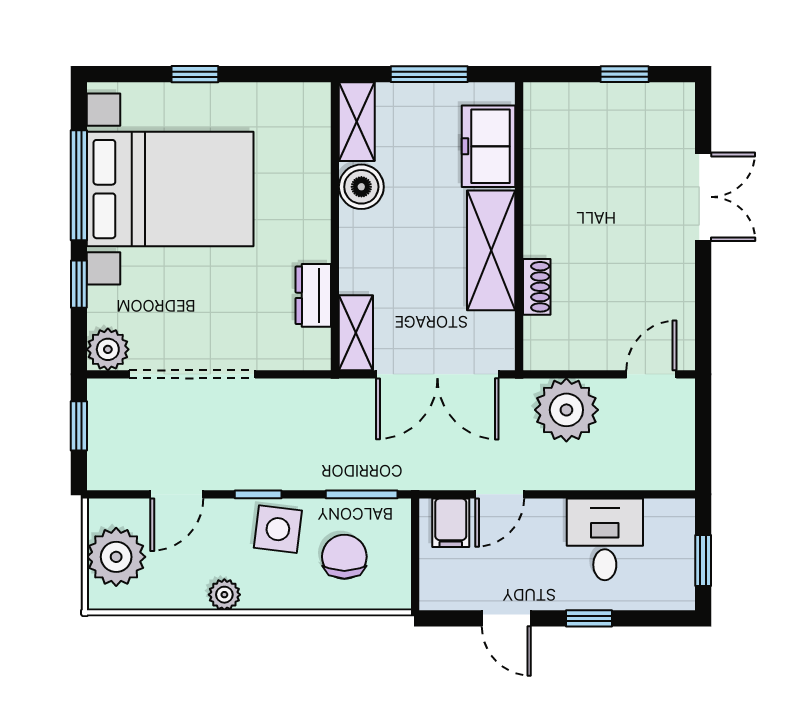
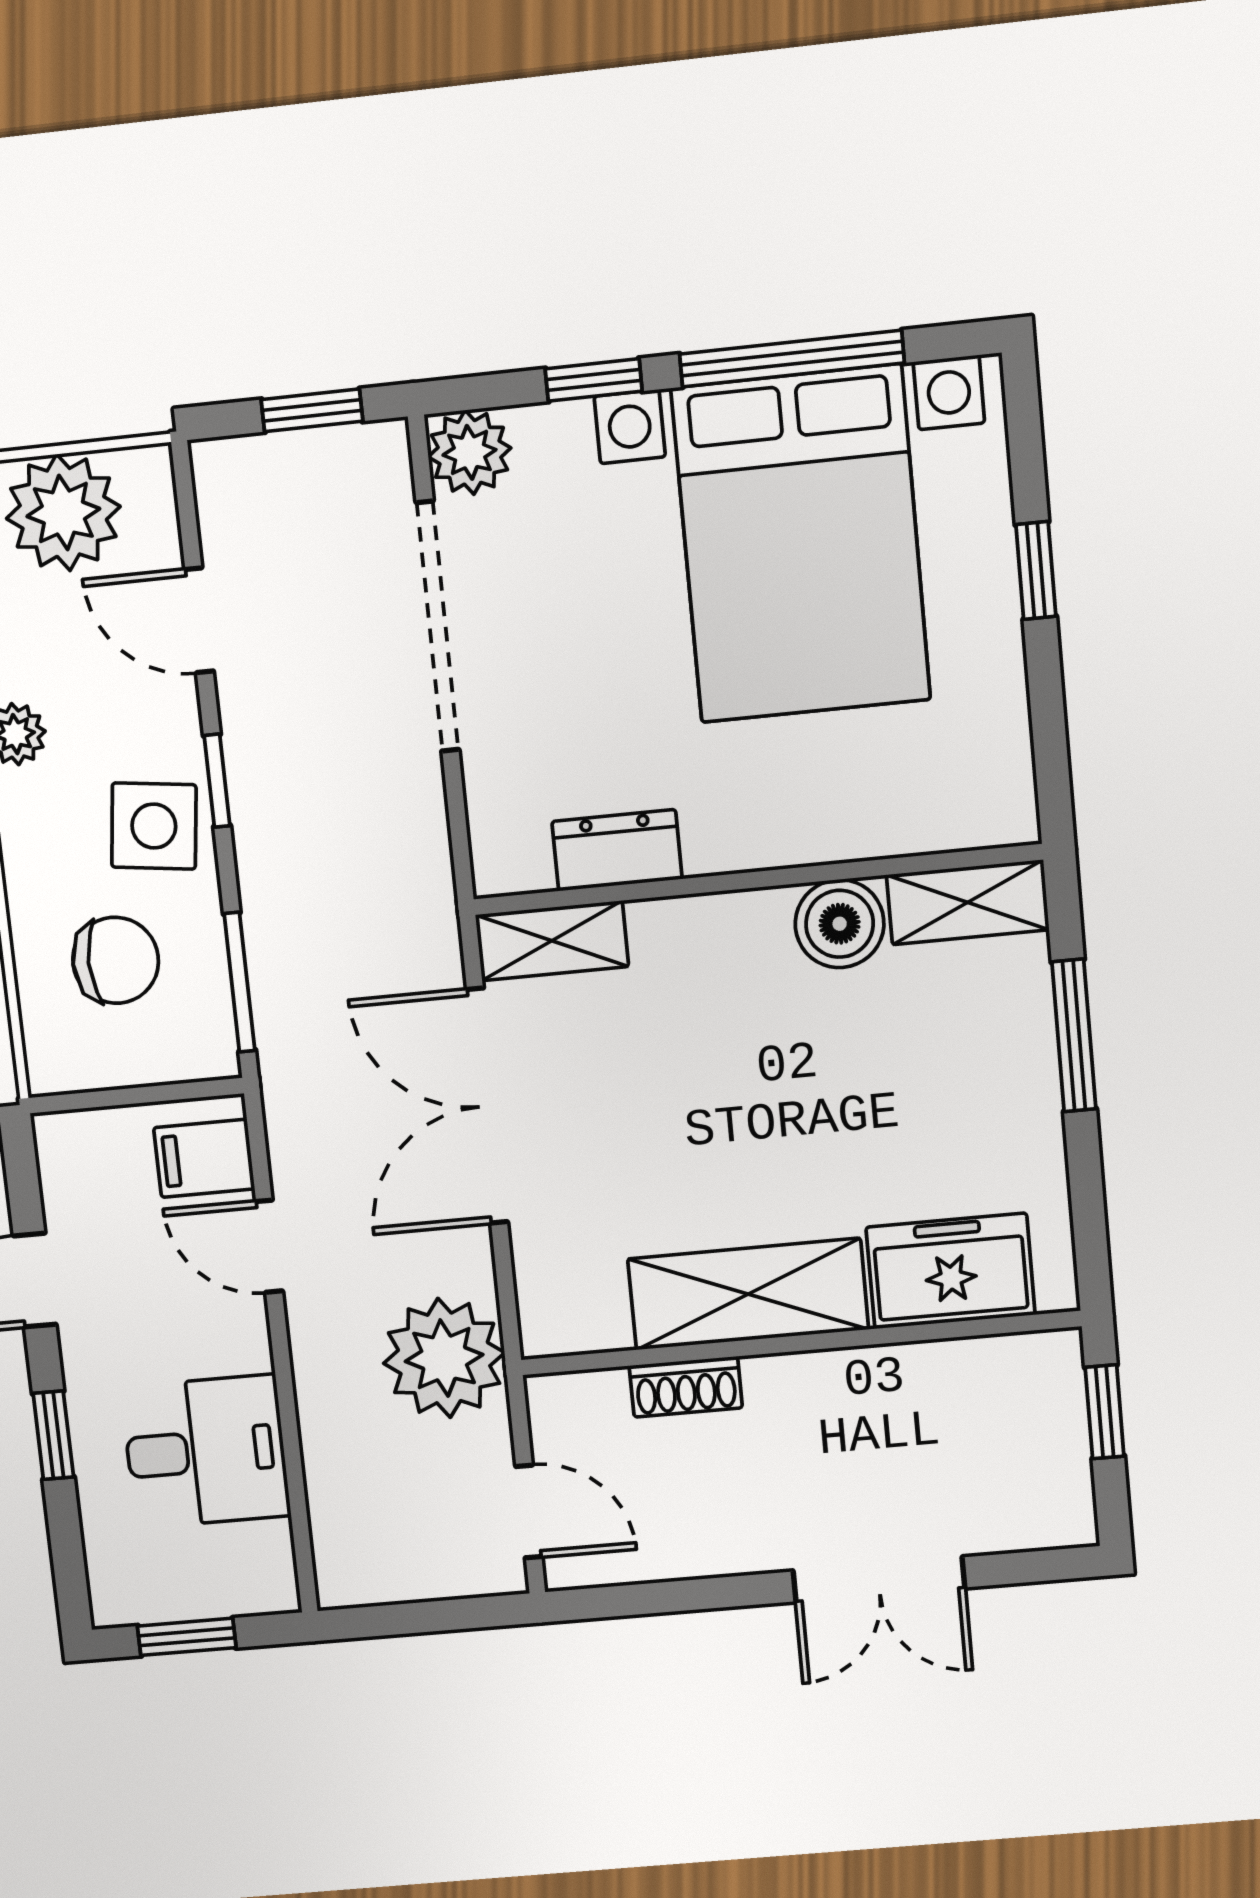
freezer: (488, 146) -> (951, 1271), moved
wall: (519, 226) -> (800, 1343), moved
shelving: (491, 250) -> (748, 1294), moved
shoe rack: (537, 287) -> (686, 1387), moved

